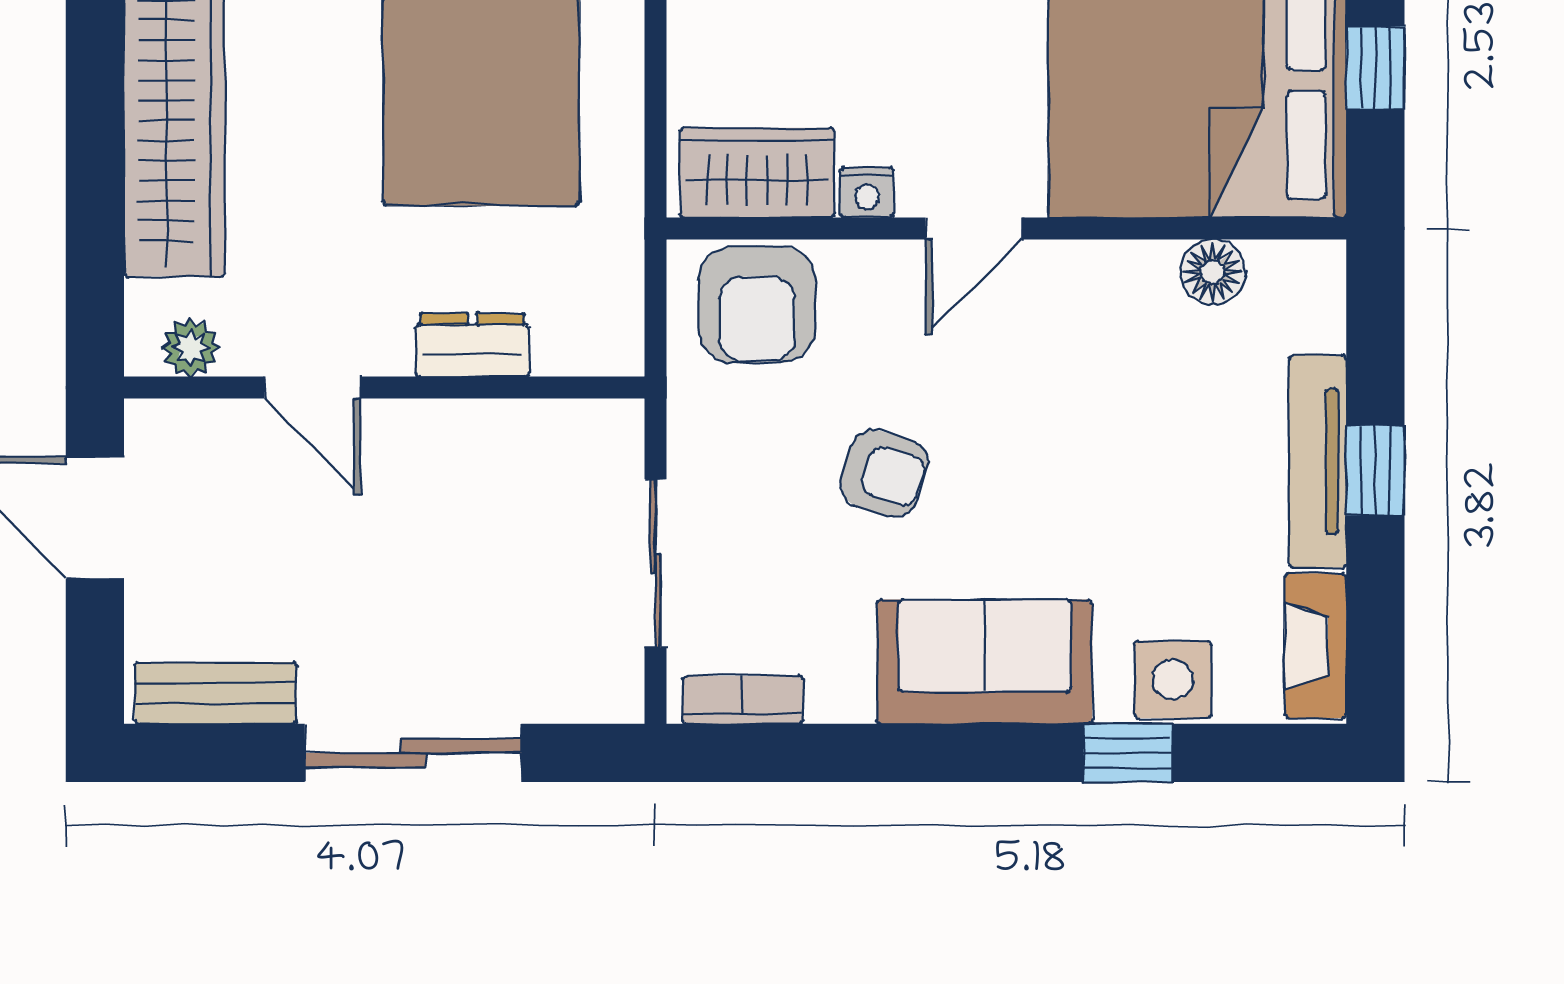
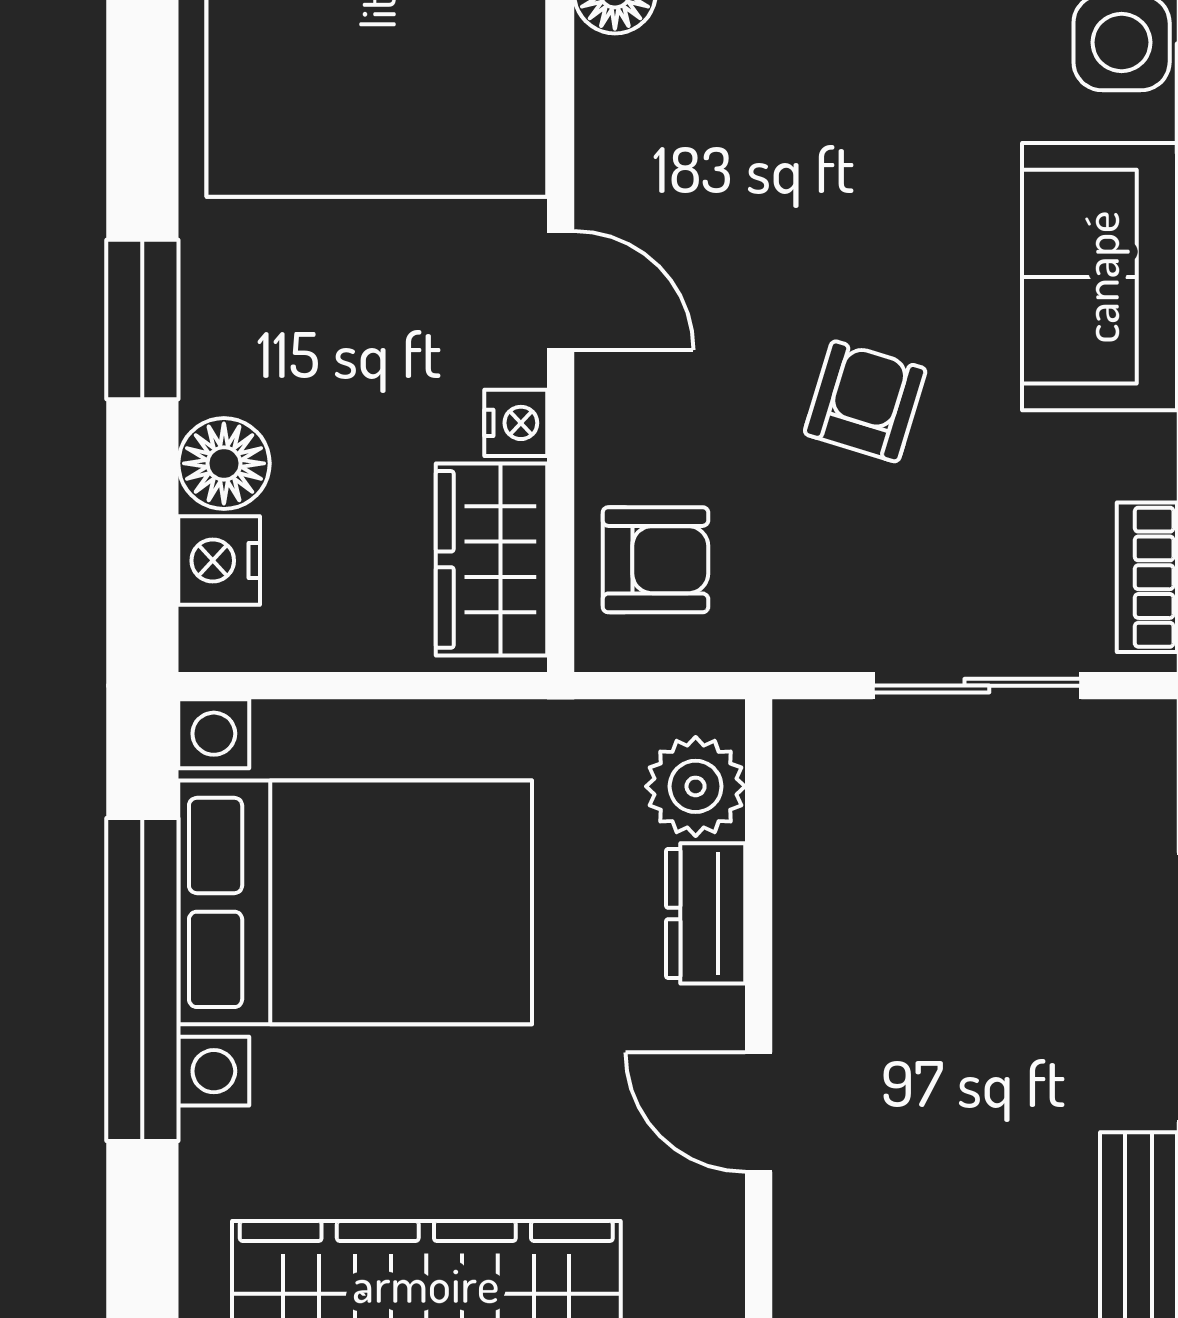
armchair: (757, 305) -> (655, 560), width x0.72, depth x0.72
plant: (190, 348) -> (696, 786), moved, width x1.38, depth x1.38
door: (313, 388) -> (759, 1112), swing flipped

